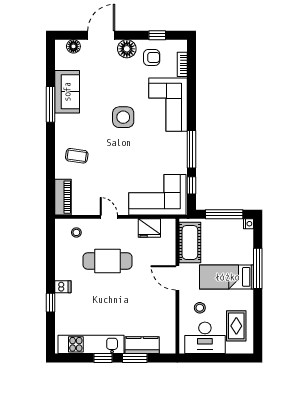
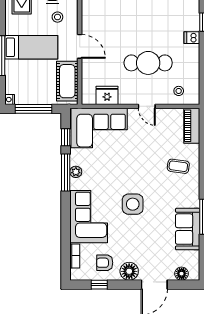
plant: (181, 150) -> (76, 172), added

